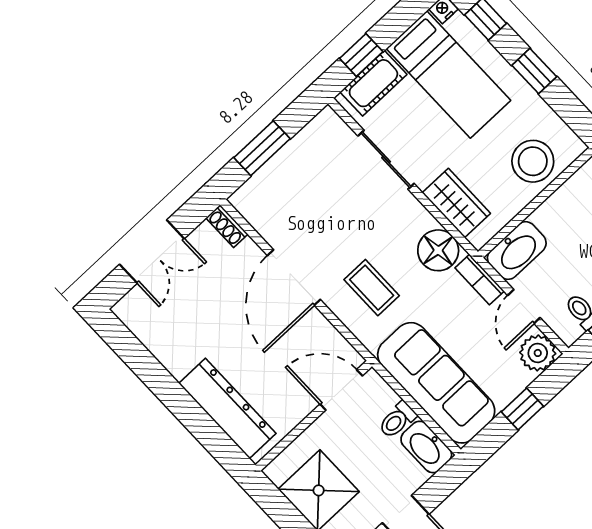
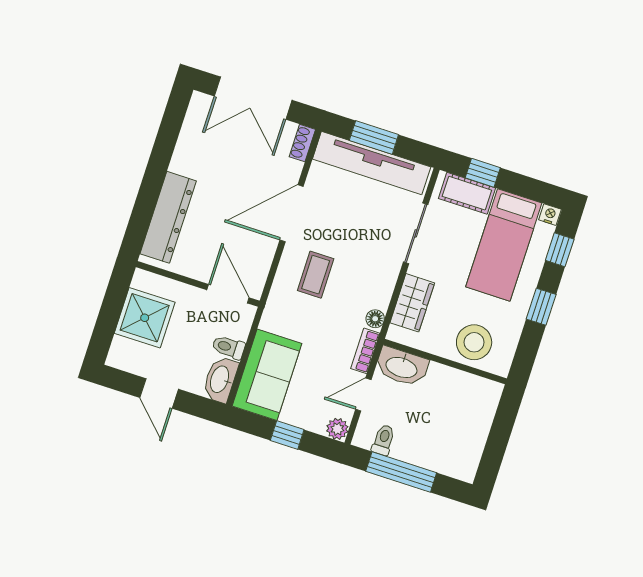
tv unit: (287, 165) -> (372, 163), added
floor lamp: (438, 250) -> (375, 319), width x0.53, depth x0.53
double door: (152, 252) -> (253, 98), width x1.37
plant: (538, 353) -> (337, 429), width x0.73, depth x0.73
sofa: (436, 383) -> (267, 375), width x0.73

